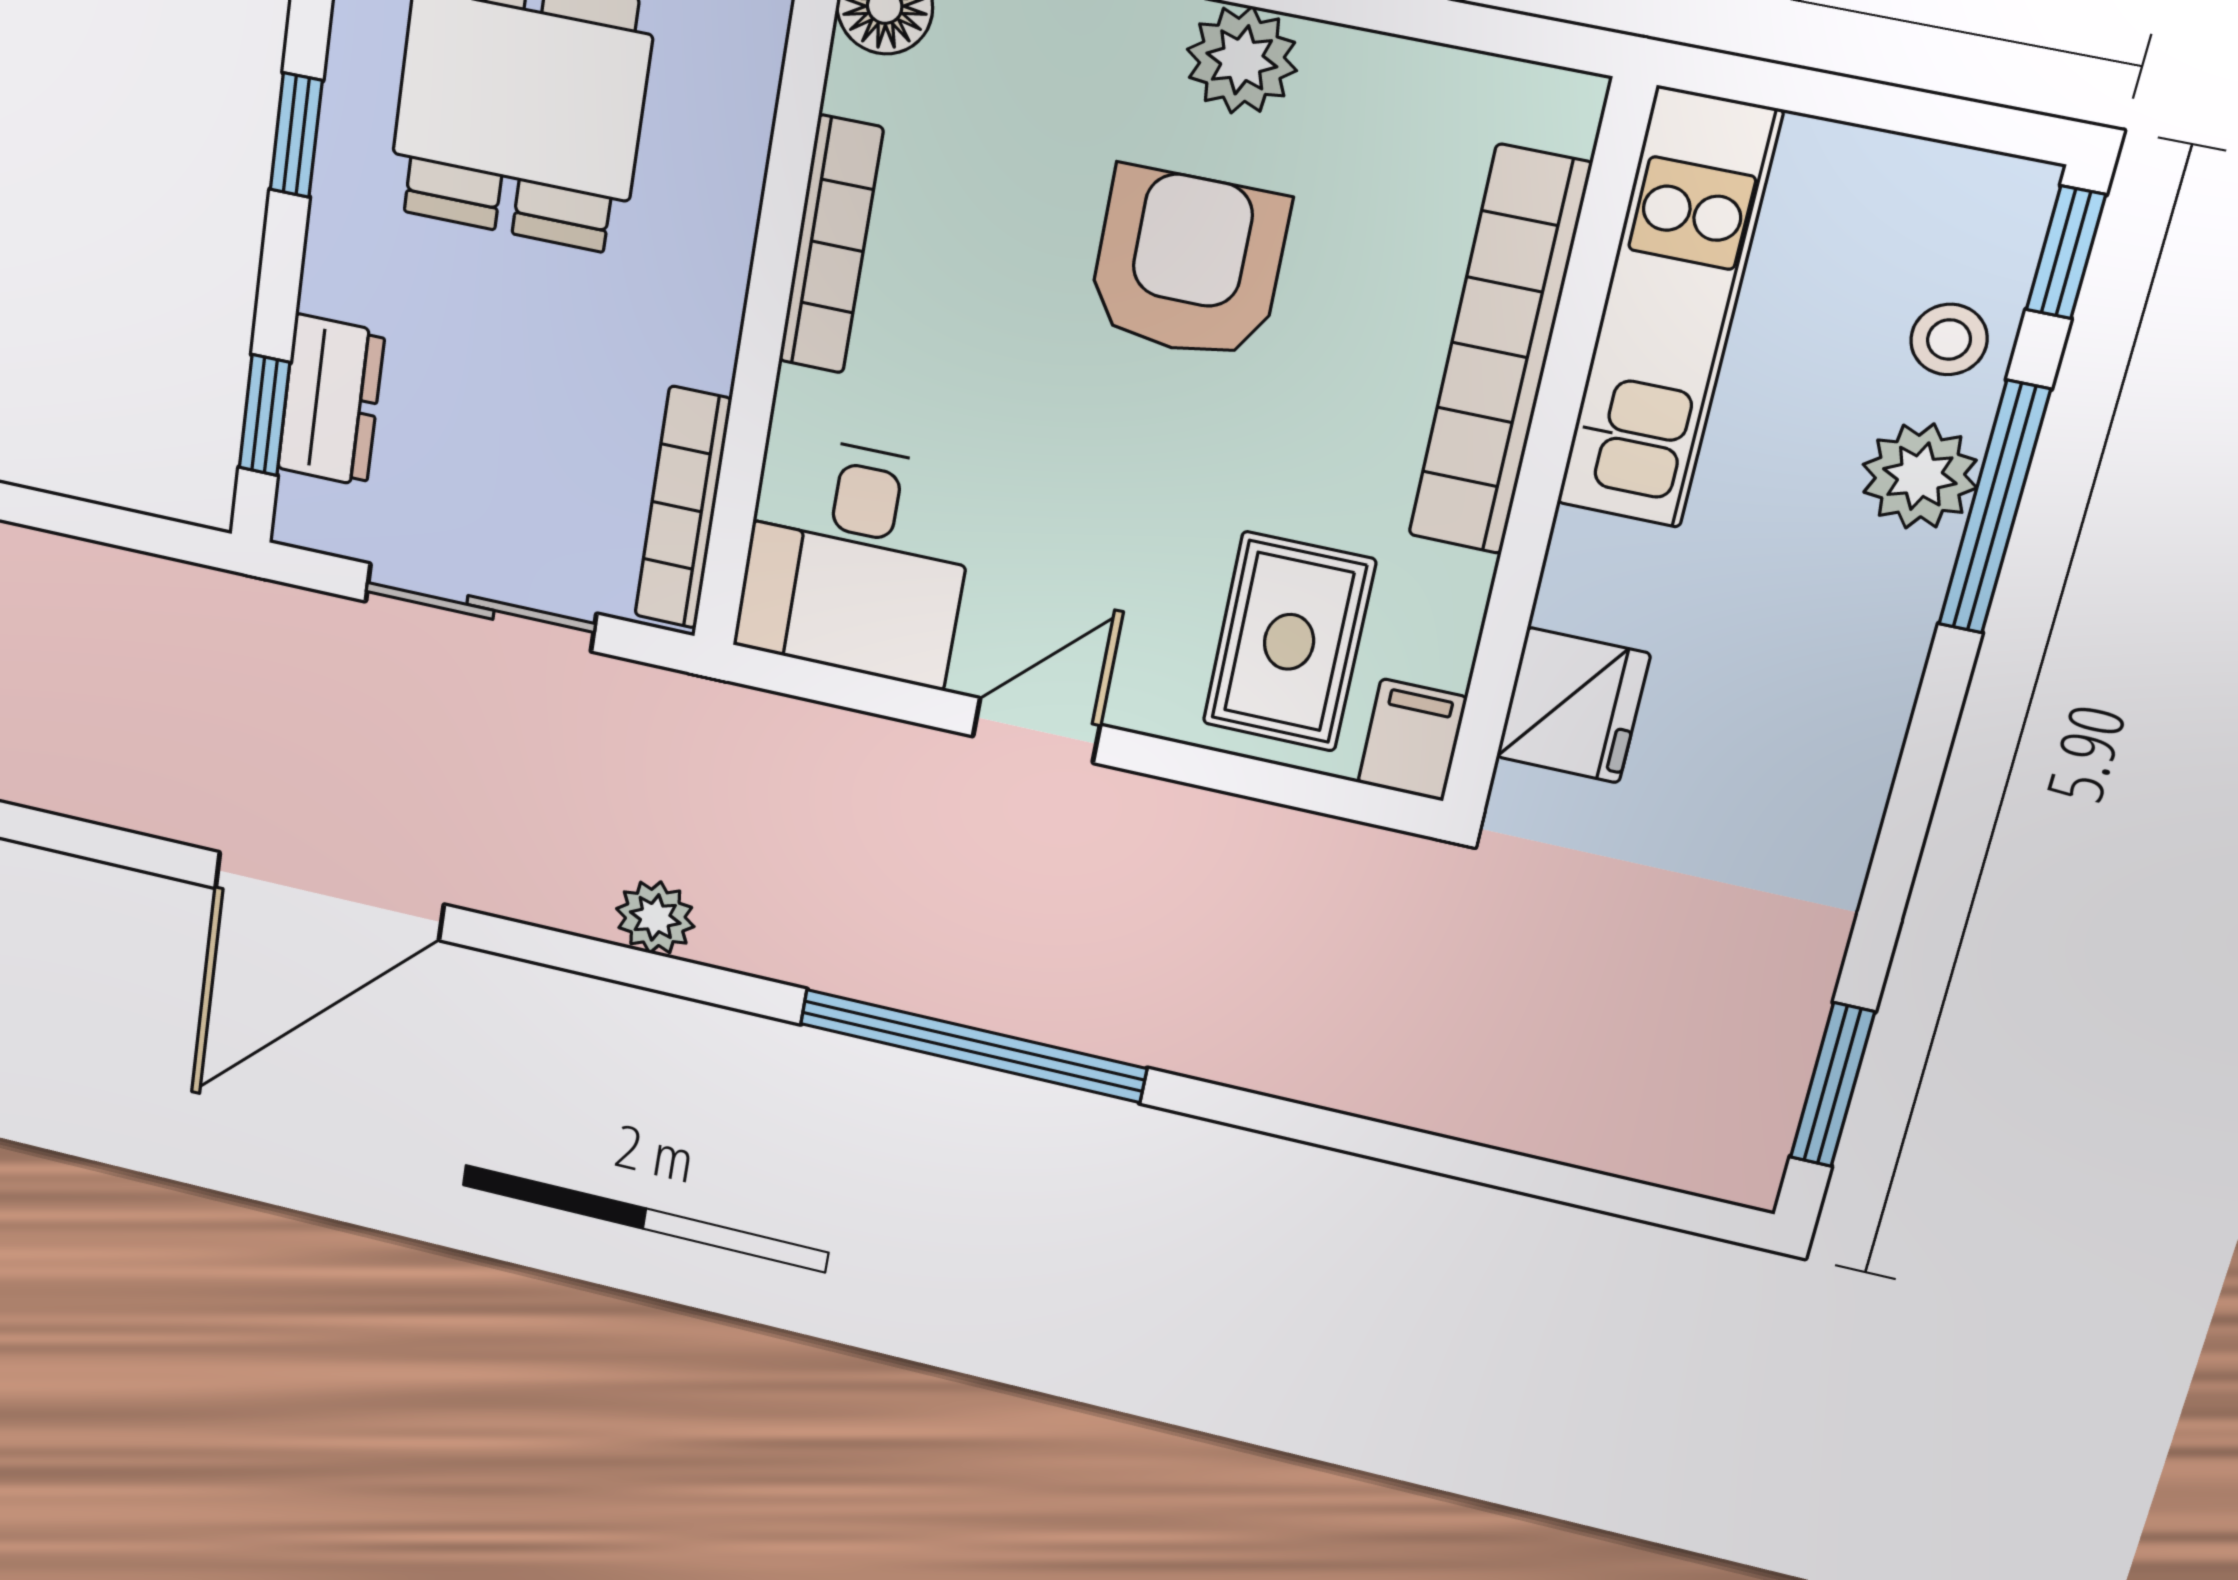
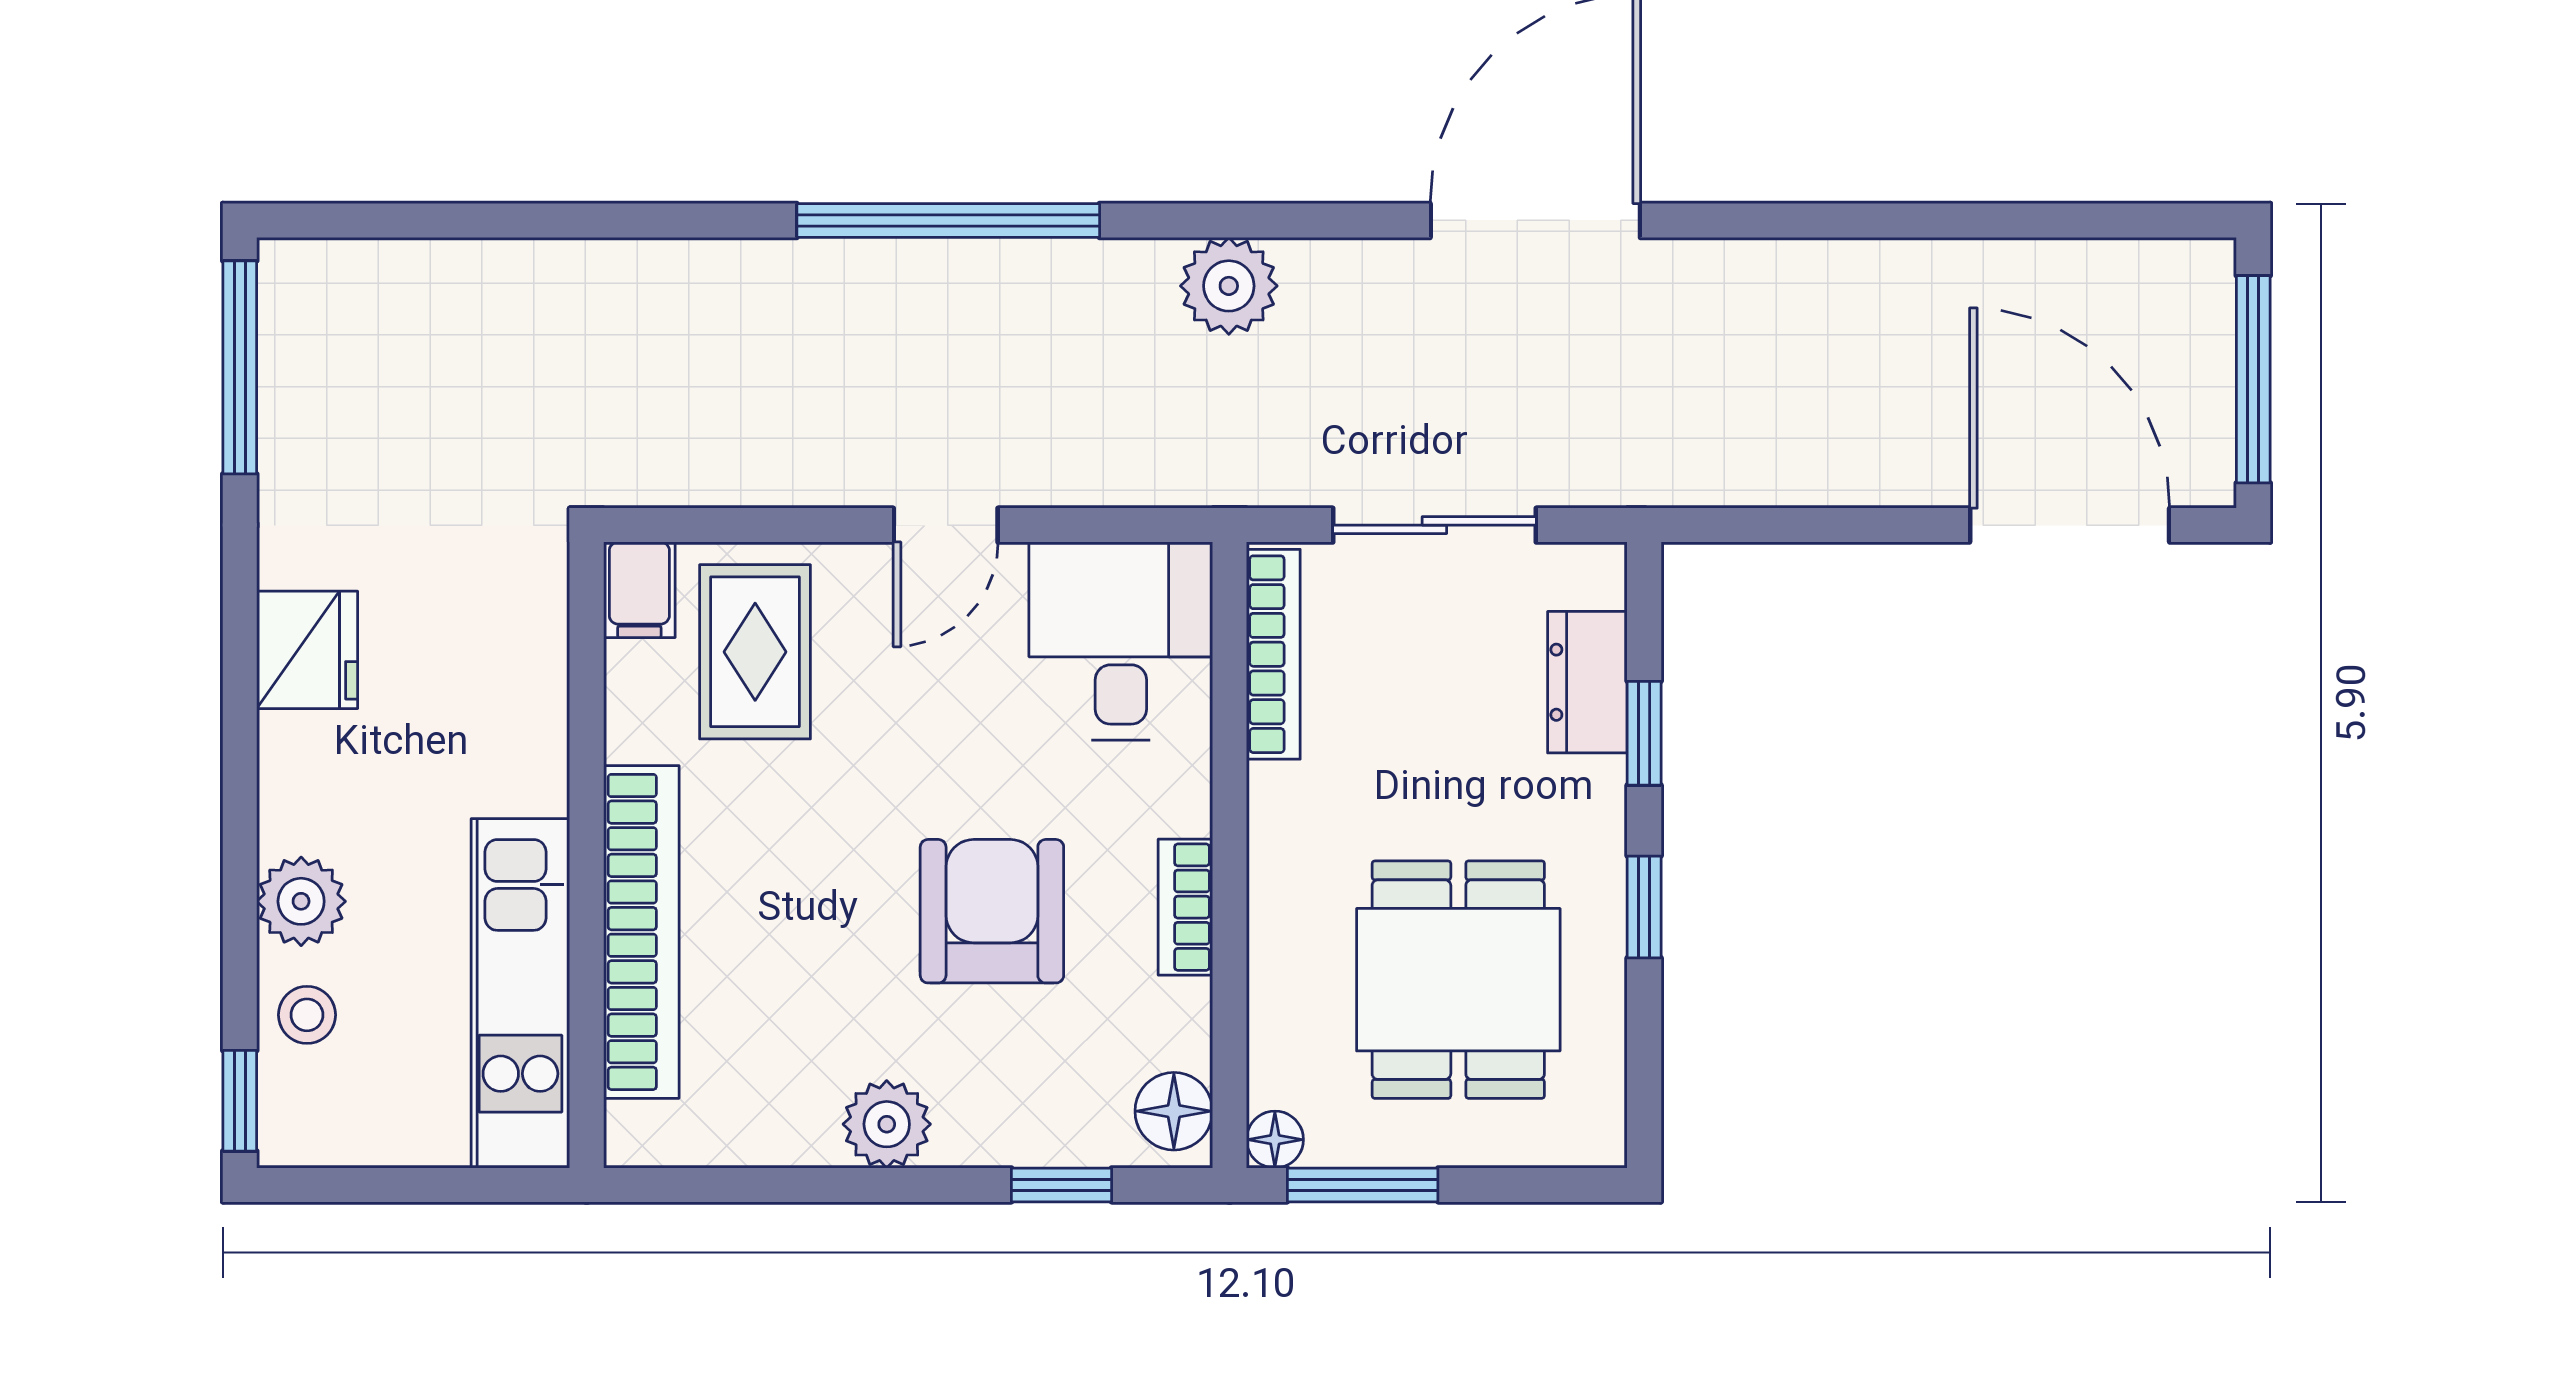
bookcase: (831, 245) -> (1185, 907), width x0.64
armchair: (1188, 264) -> (992, 911), moved, turned 180
window: (265, 415) -> (1644, 733), moved
window: (1994, 508) -> (240, 888), removed
fridge: (1573, 705) -> (307, 650), moved, turned 180
plant: (655, 918) -> (1229, 286), width x1.38, depth x1.38
window: (1832, 1085) -> (240, 367), width x1.44

